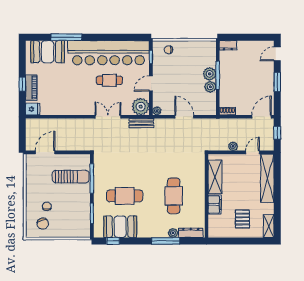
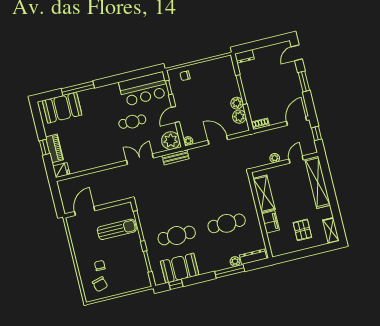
bar counter: (108, 53) -> (144, 89), width x0.54
plant: (210, 74) -> (239, 117), moved
cafe table: (174, 196) -> (227, 223), turned 90

